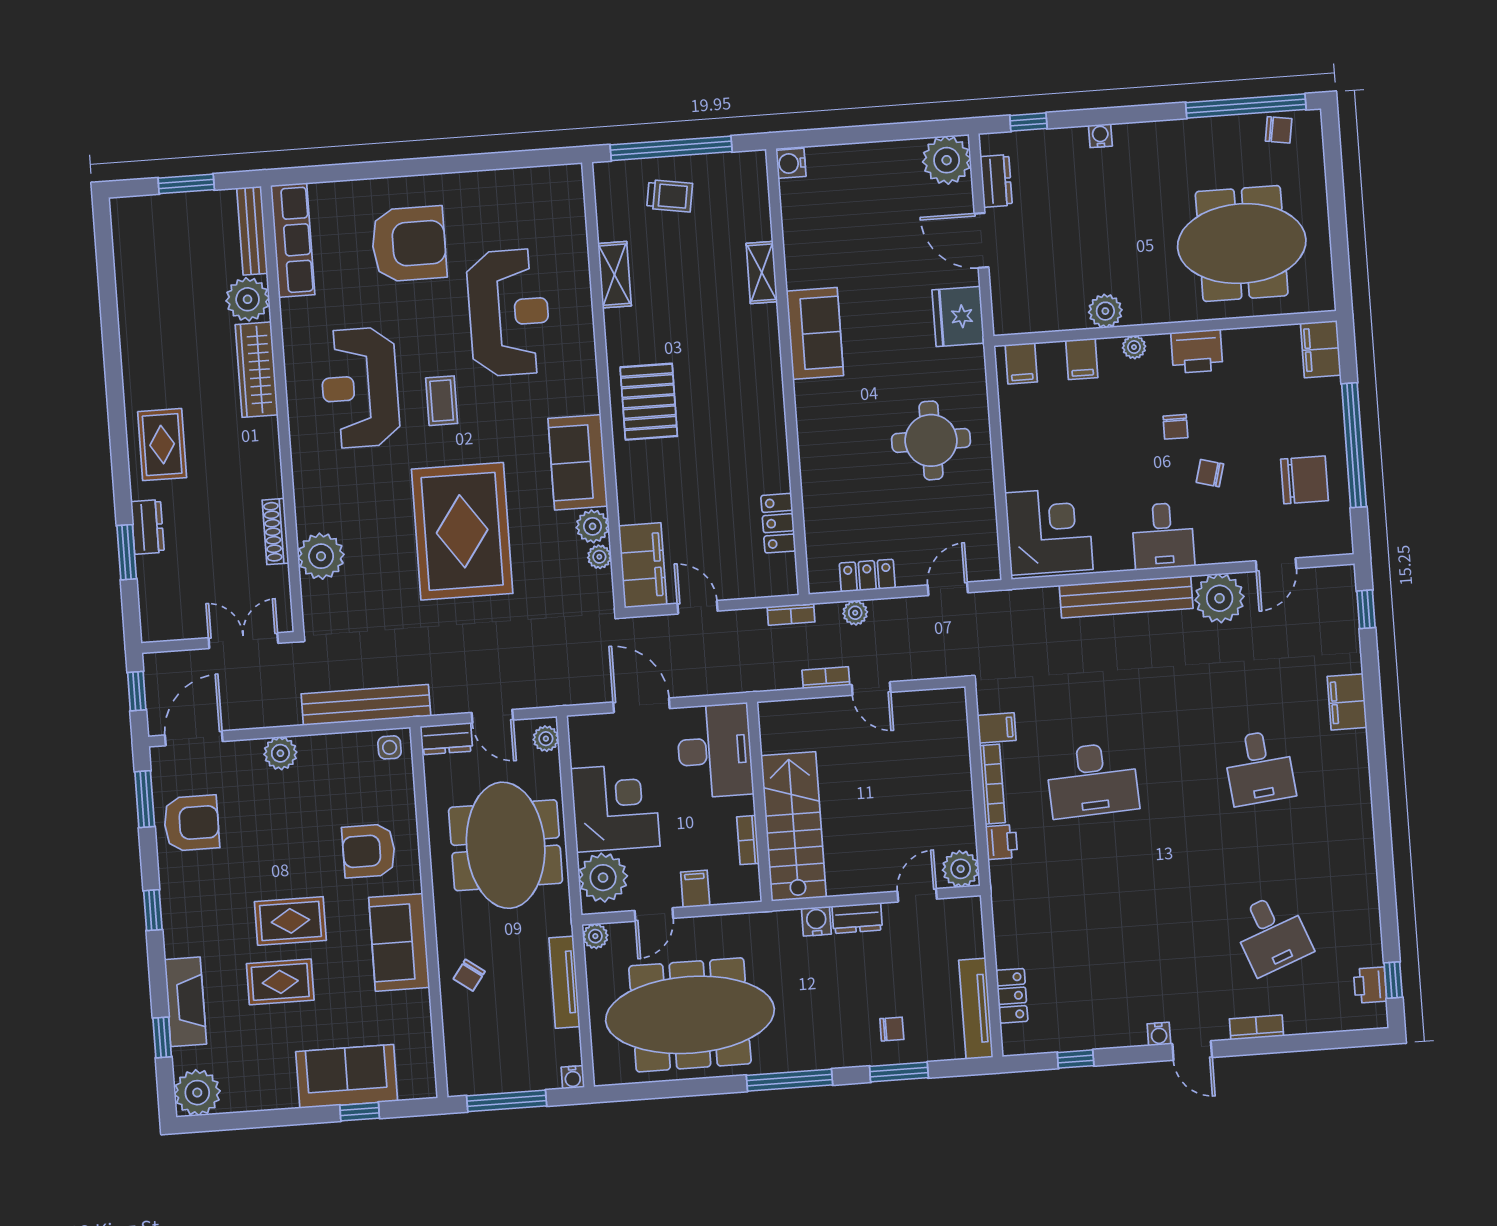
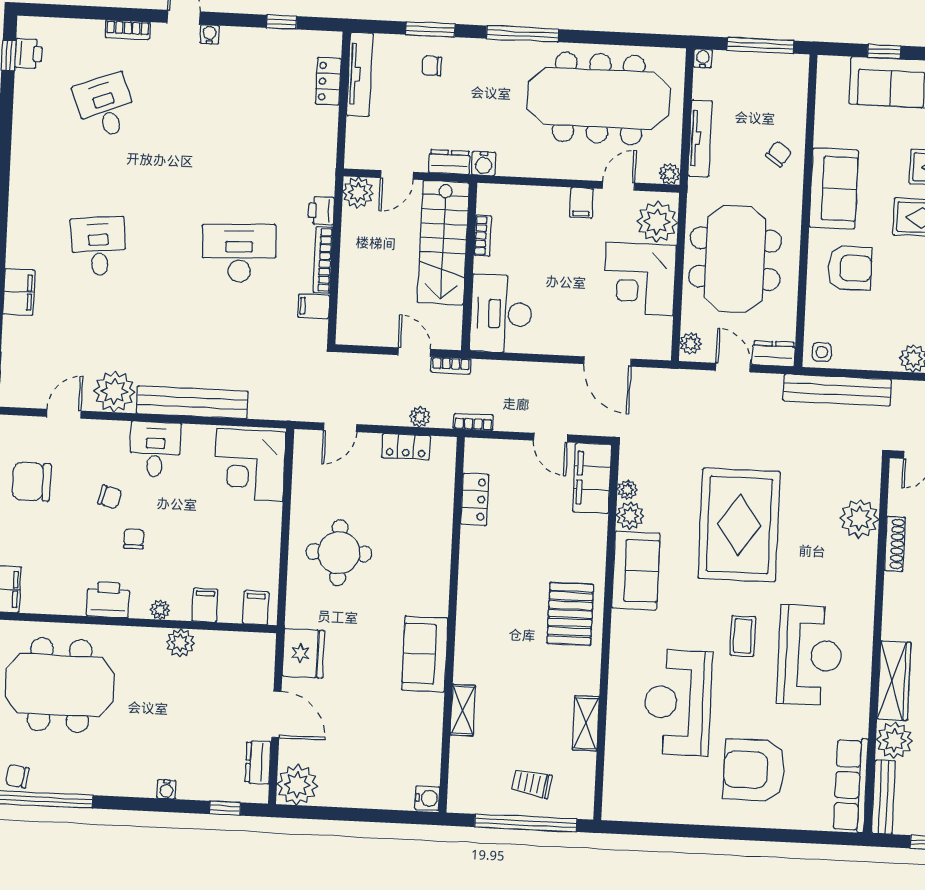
desk: (715, 751) -> (501, 314), moved
wall: (759, 802) -> (469, 267), moved
stairs: (793, 826) -> (443, 243), moved
bookcase: (748, 840) -> (483, 236), moved

